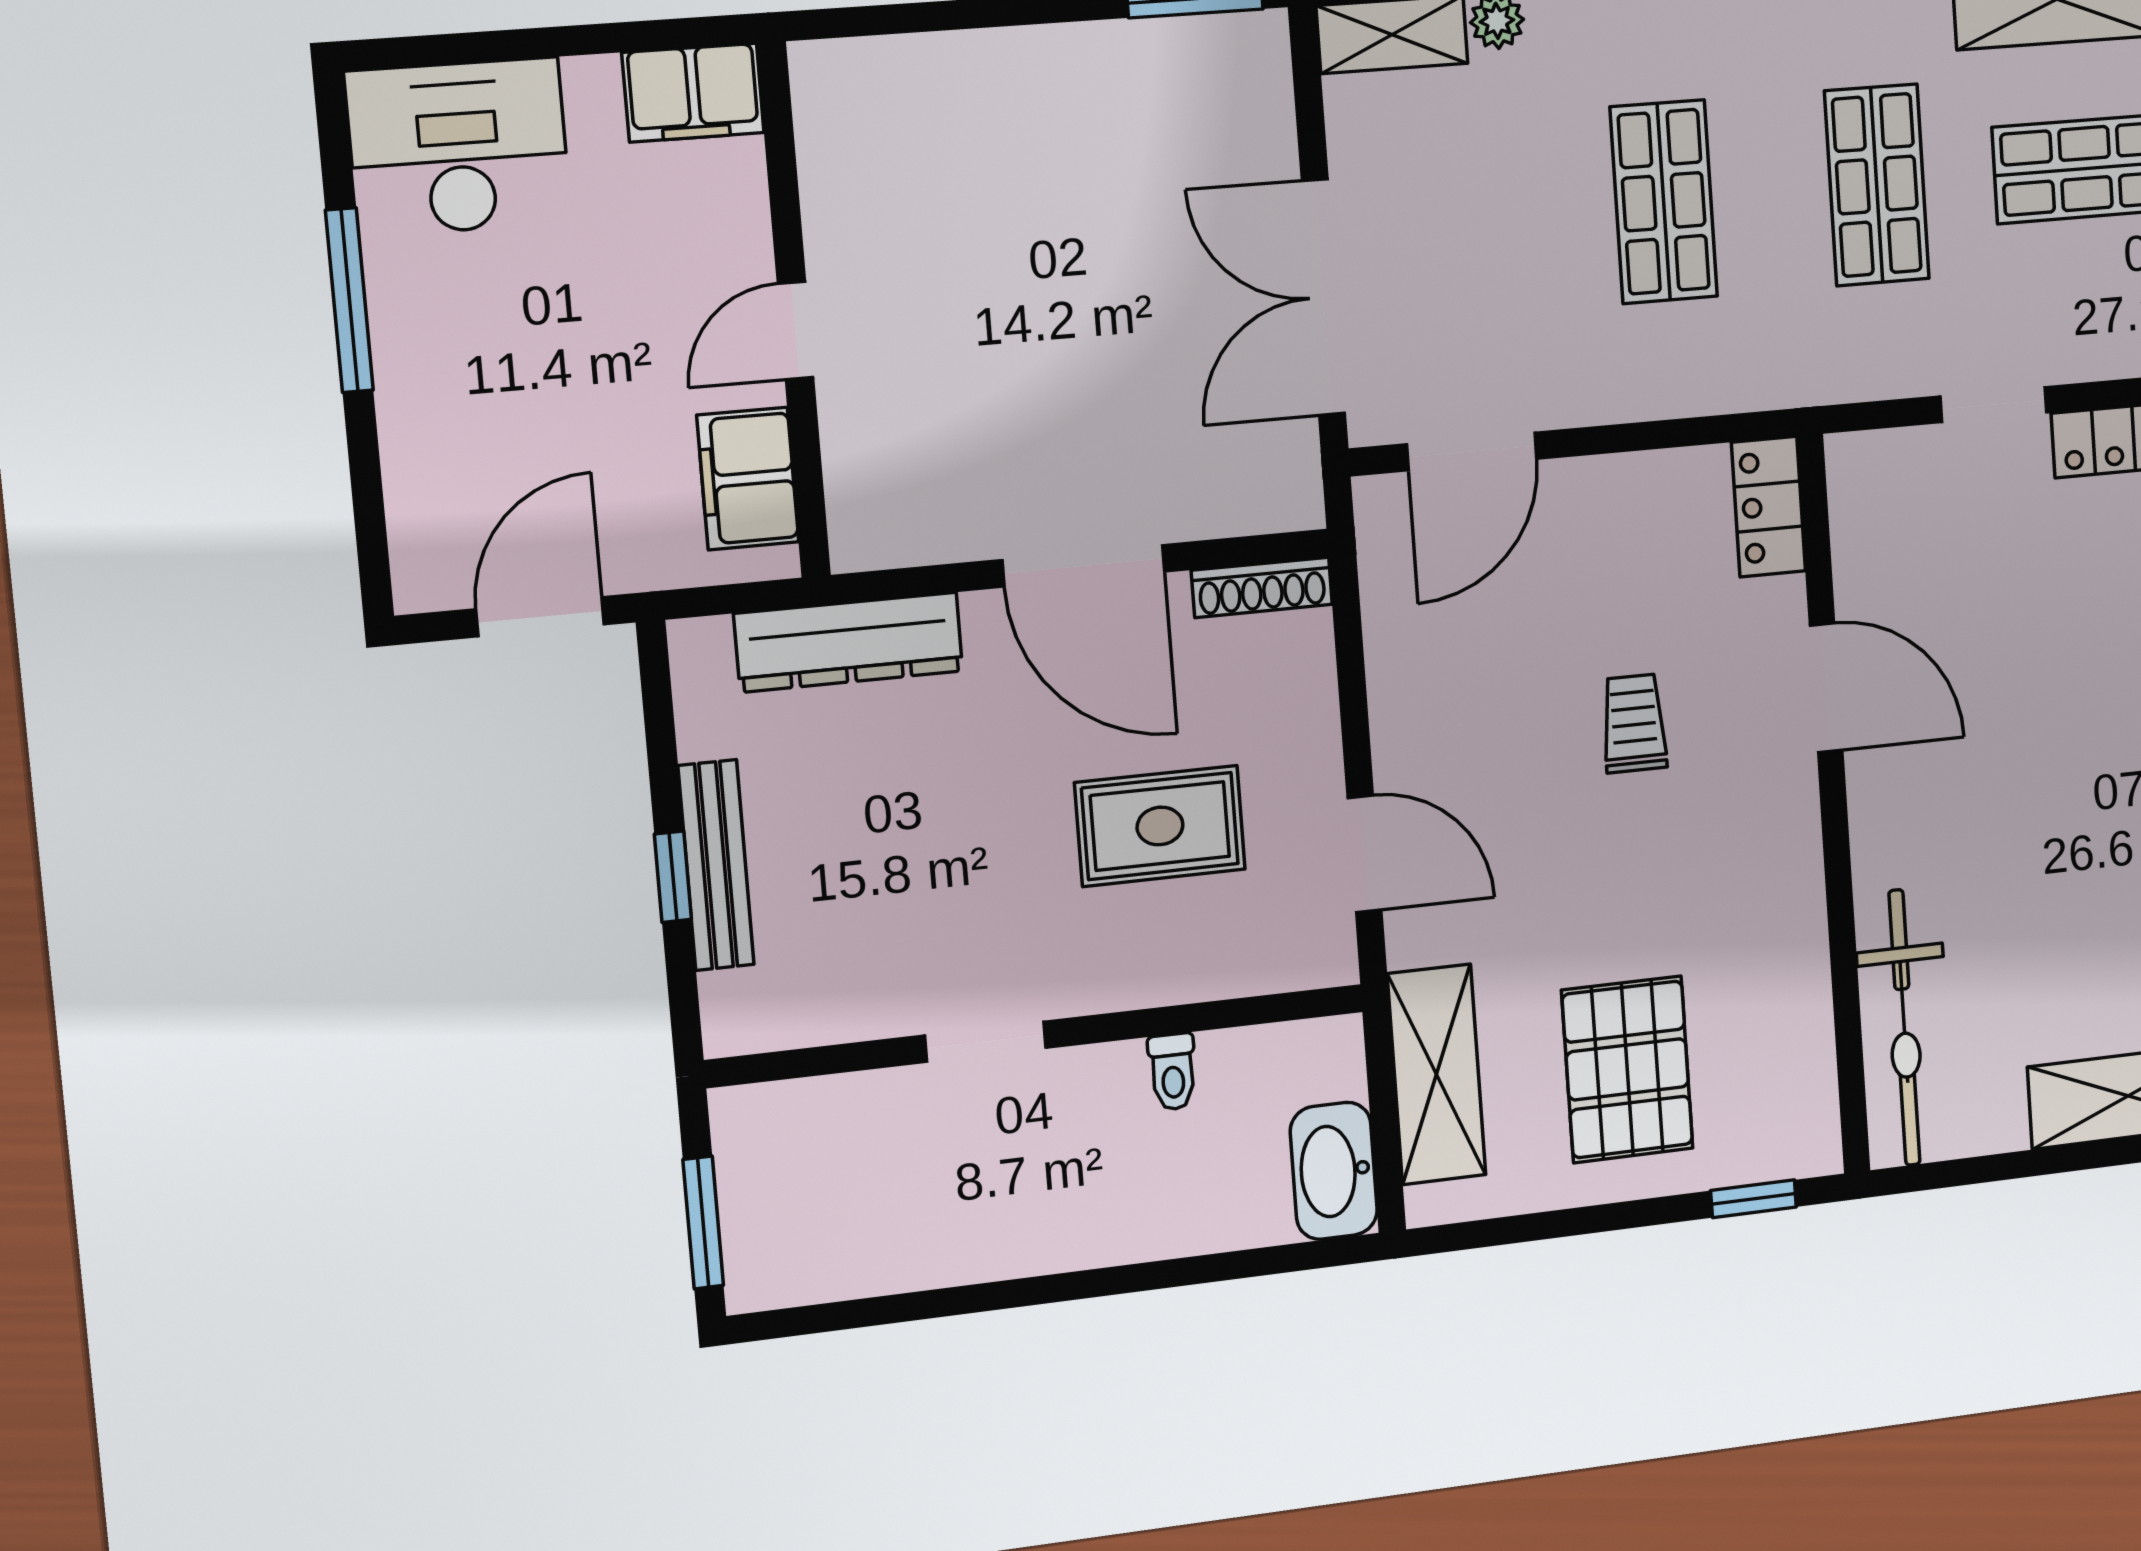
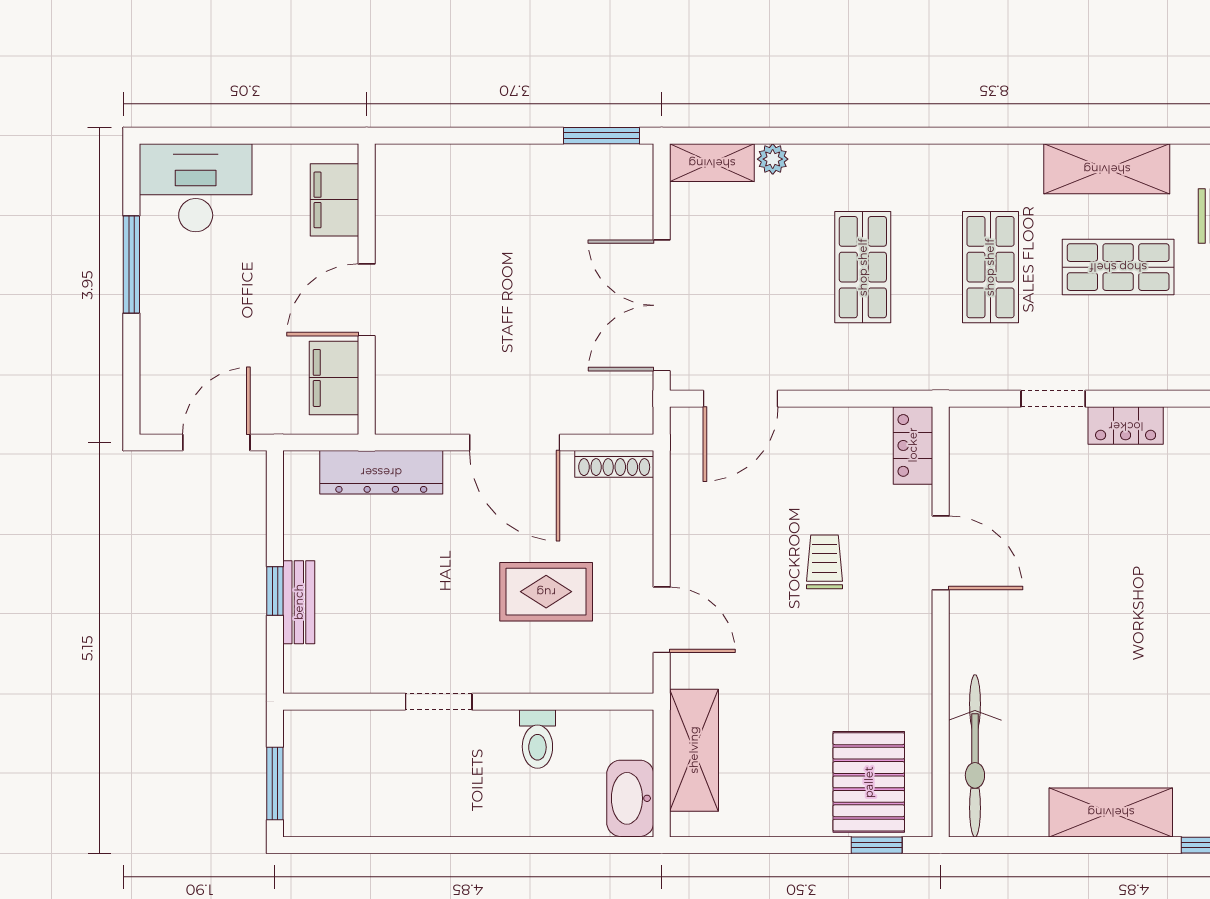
filing cabinet: (693, 93) -> (334, 200), moved, turned 90
door: (795, 331) -> (367, 300), width x1.38
bench: (716, 865) -> (299, 602), width x0.73
pallet: (1627, 1069) -> (869, 782), moved
toilet: (1173, 1072) -> (537, 739), width x1.37, depth x1.39

